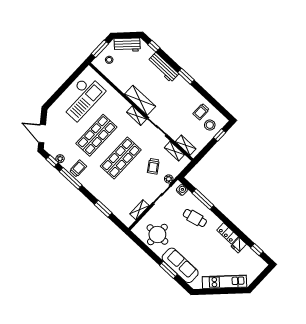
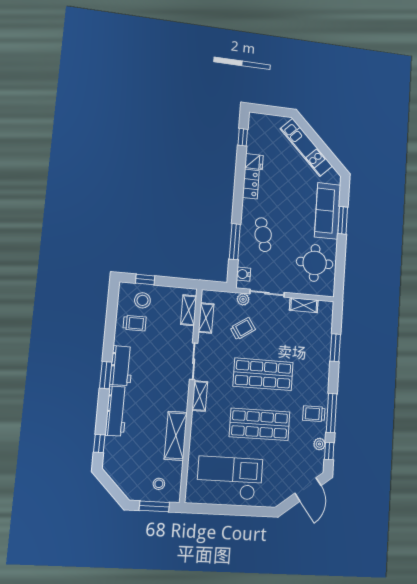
workbench: (127, 45) -> (121, 366), moved, turned 45
shelving: (140, 100) -> (176, 436), moved

